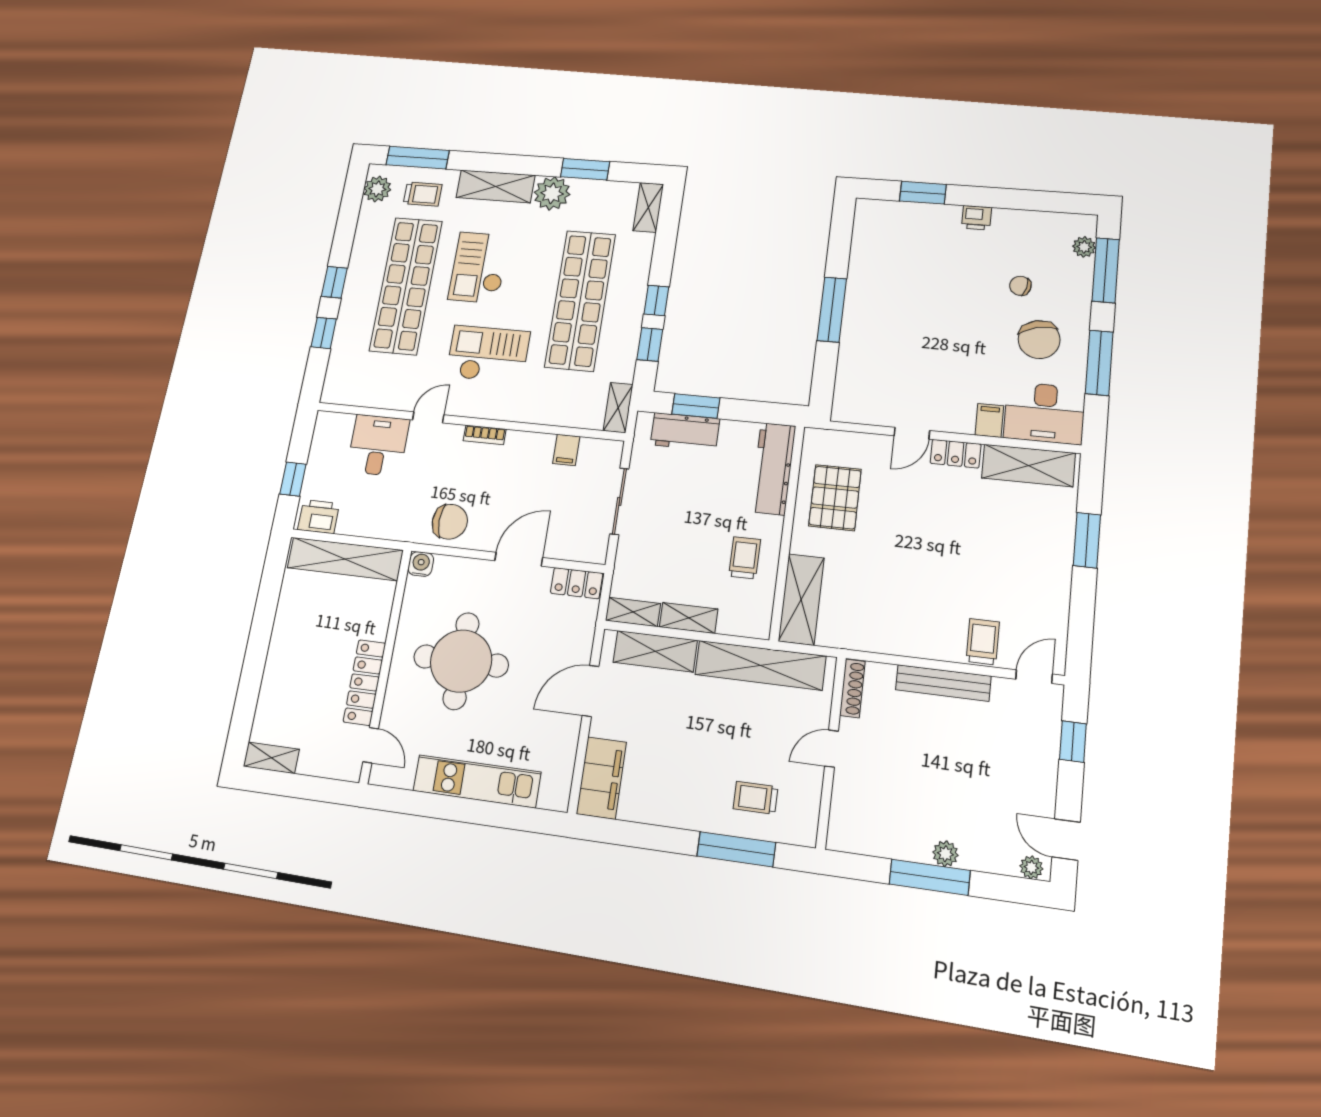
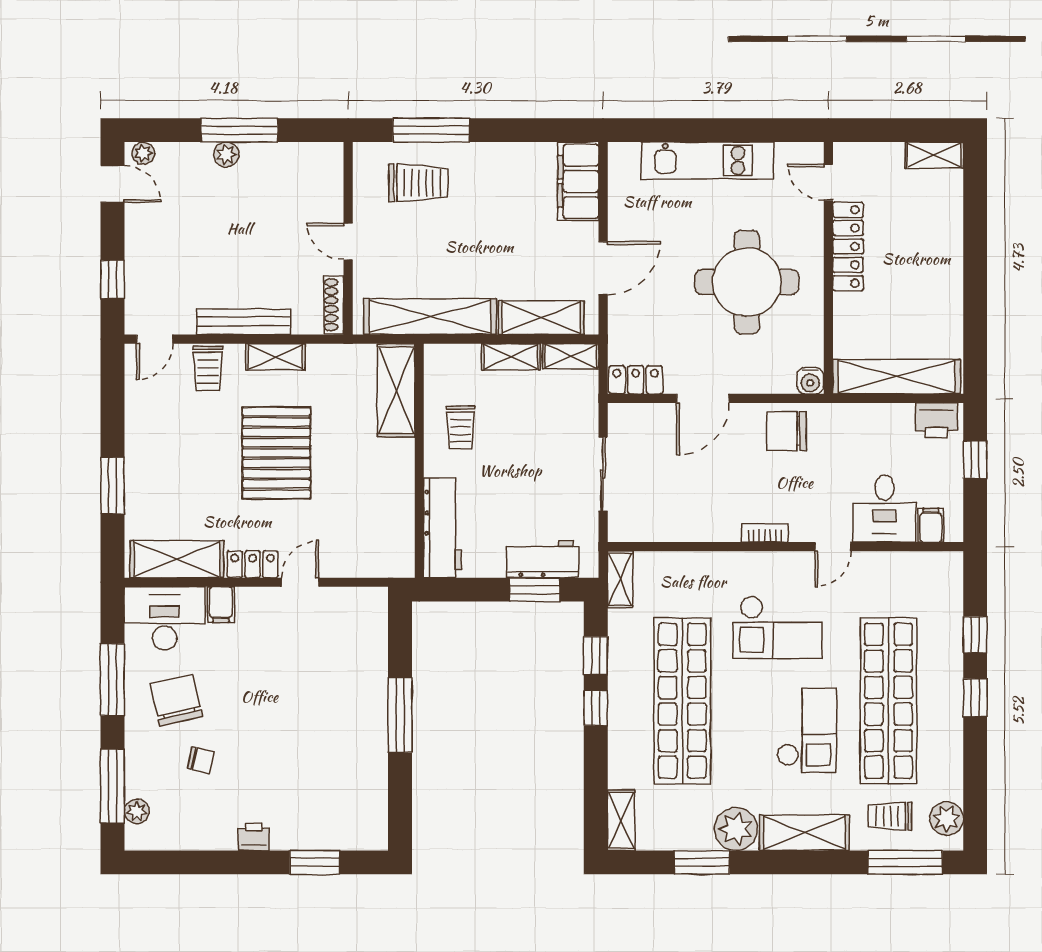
filing cabinet: (566, 450) -> (931, 525), moved
pallet: (835, 498) -> (276, 453), moved, width x1.37, depth x1.41
shelving: (915, 645) -> (275, 357), added
door: (831, 749) -> (348, 242), swing flipped
trolley: (756, 798) -> (418, 183), width x1.36, depth x1.39

